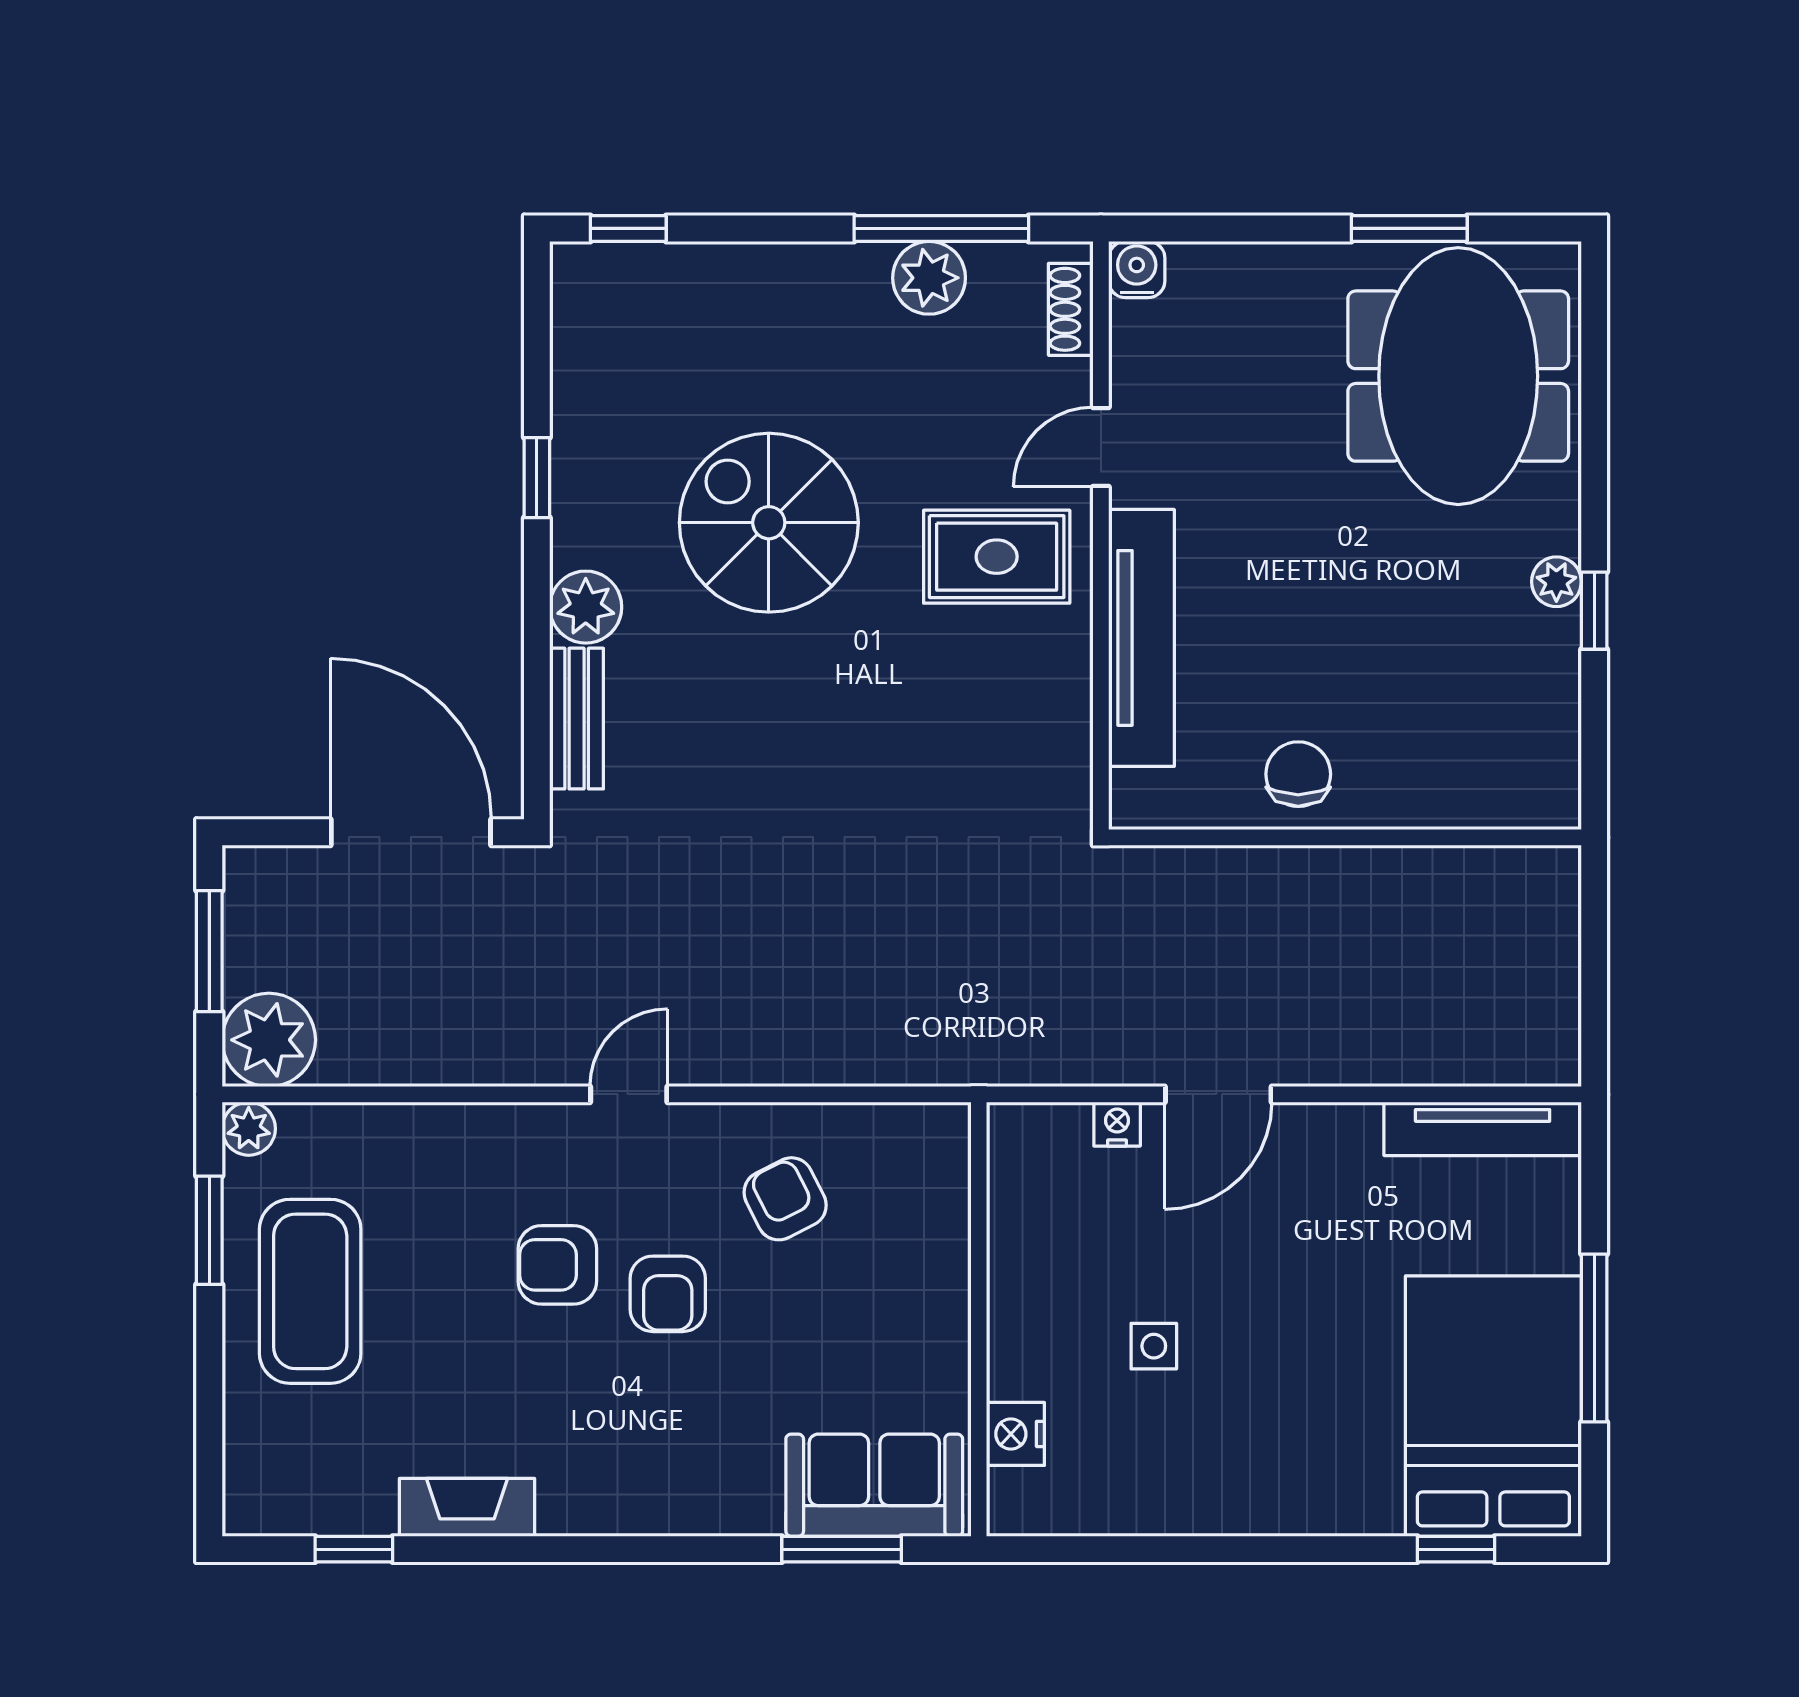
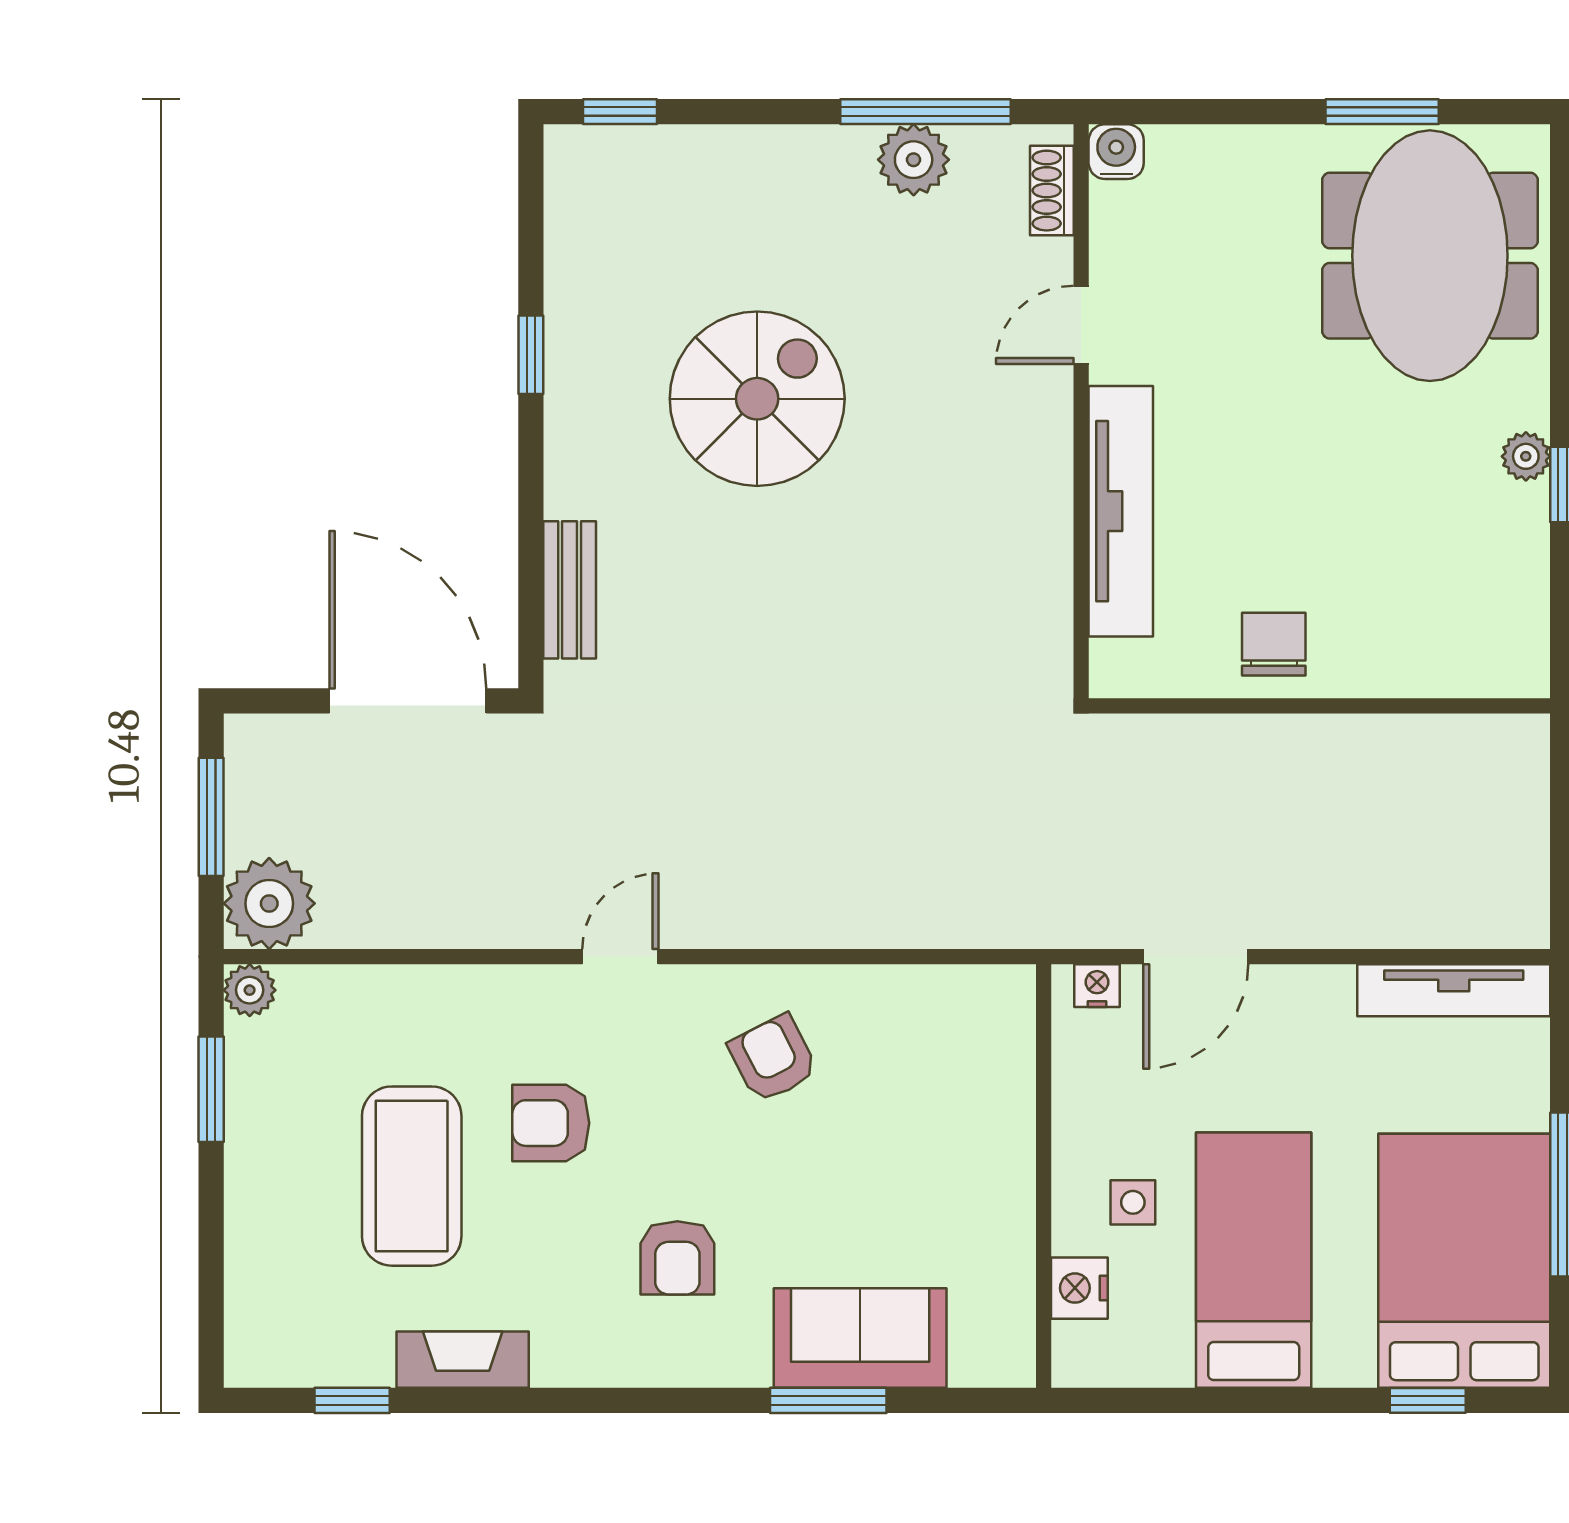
spiral stairs: (769, 523) -> (757, 399), turned 90
rug: (997, 557) -> (980, 432), removed
plant: (586, 607) -> (578, 481), removed
coffee table: (310, 1291) -> (412, 1176), moved
armchair: (668, 1294) -> (677, 1258), moved
wall: (979, 1319) -> (1044, 1176), moved
bed: (1278, 1405) -> (1254, 1260), added
nightstand: (1015, 1434) -> (1079, 1288), moved

